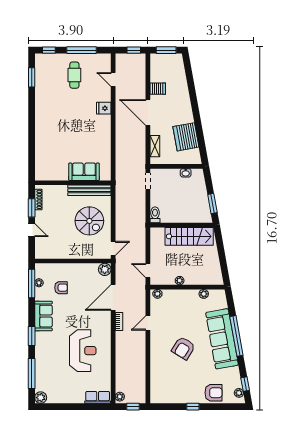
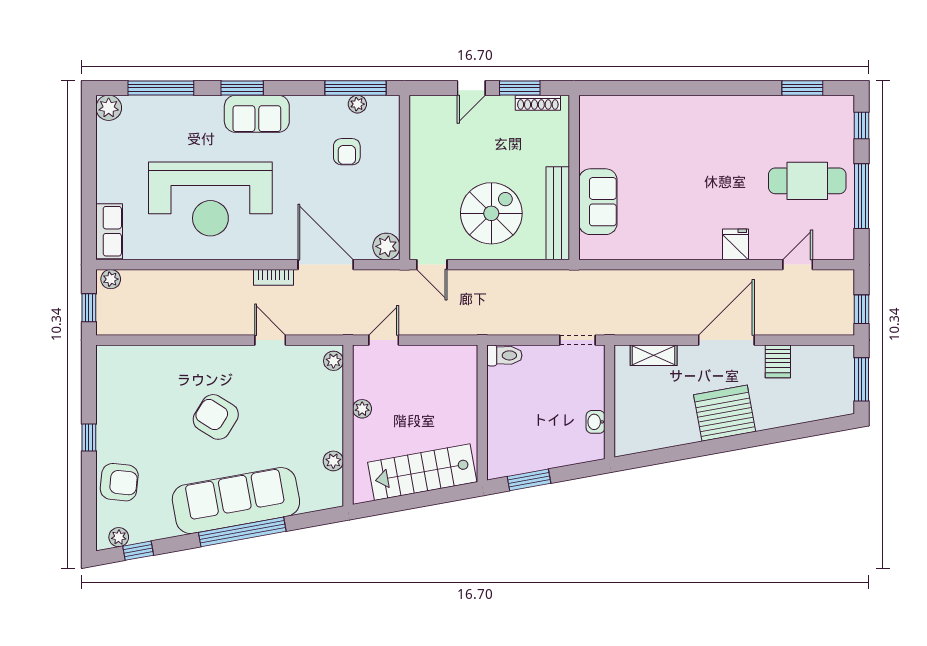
cafe table: (74, 75) -> (807, 181), width x1.37, depth x1.35
server rack: (186, 137) -> (725, 413), moved
spiral stairs: (89, 221) -> (491, 213), turned 180
stairs: (189, 236) -> (422, 472), moved, turned 80
sofa: (43, 316) -> (257, 114), moved
reception desk: (83, 351) -> (210, 199), width x1.36, depth x1.30
armchair: (213, 393) -> (119, 482), turned -84

